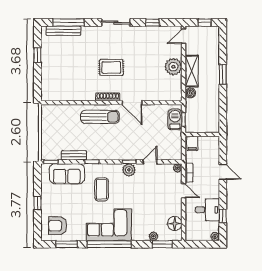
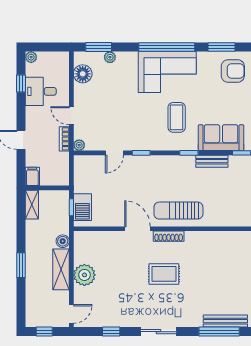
shelving: (214, 122) -> (32, 205), added
filing cabinet: (192, 143) -> (32, 176), moved
plant: (129, 170) -> (142, 142), removed

